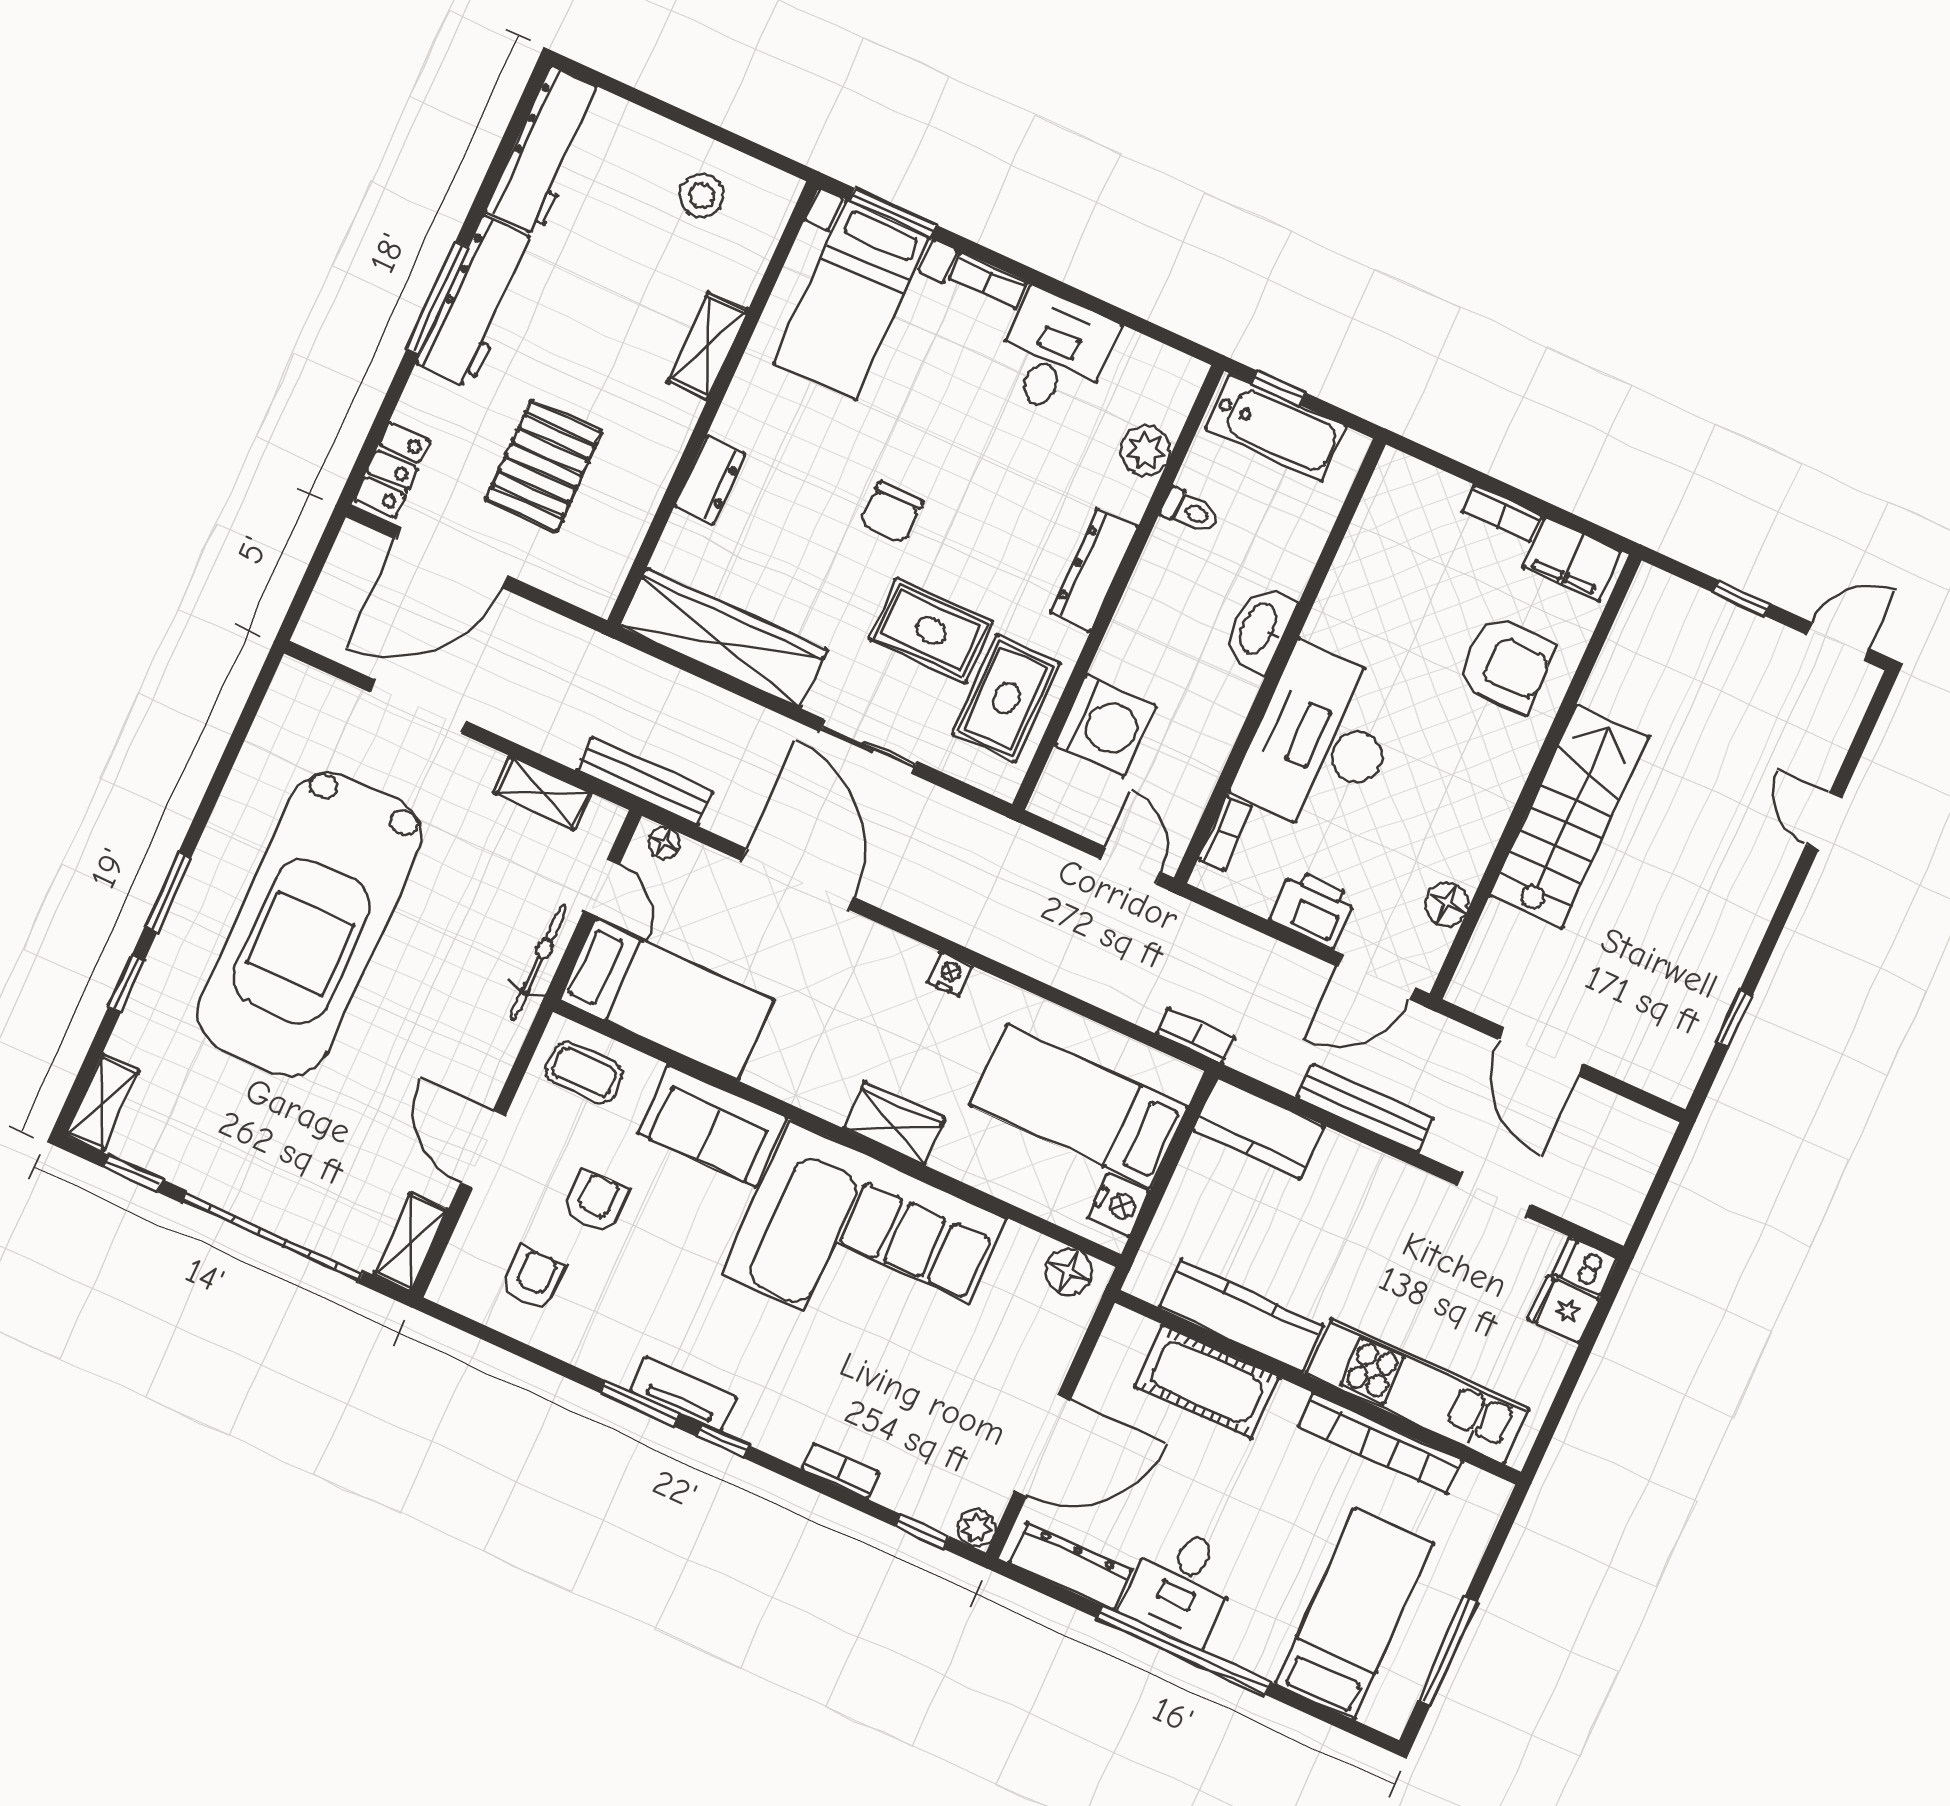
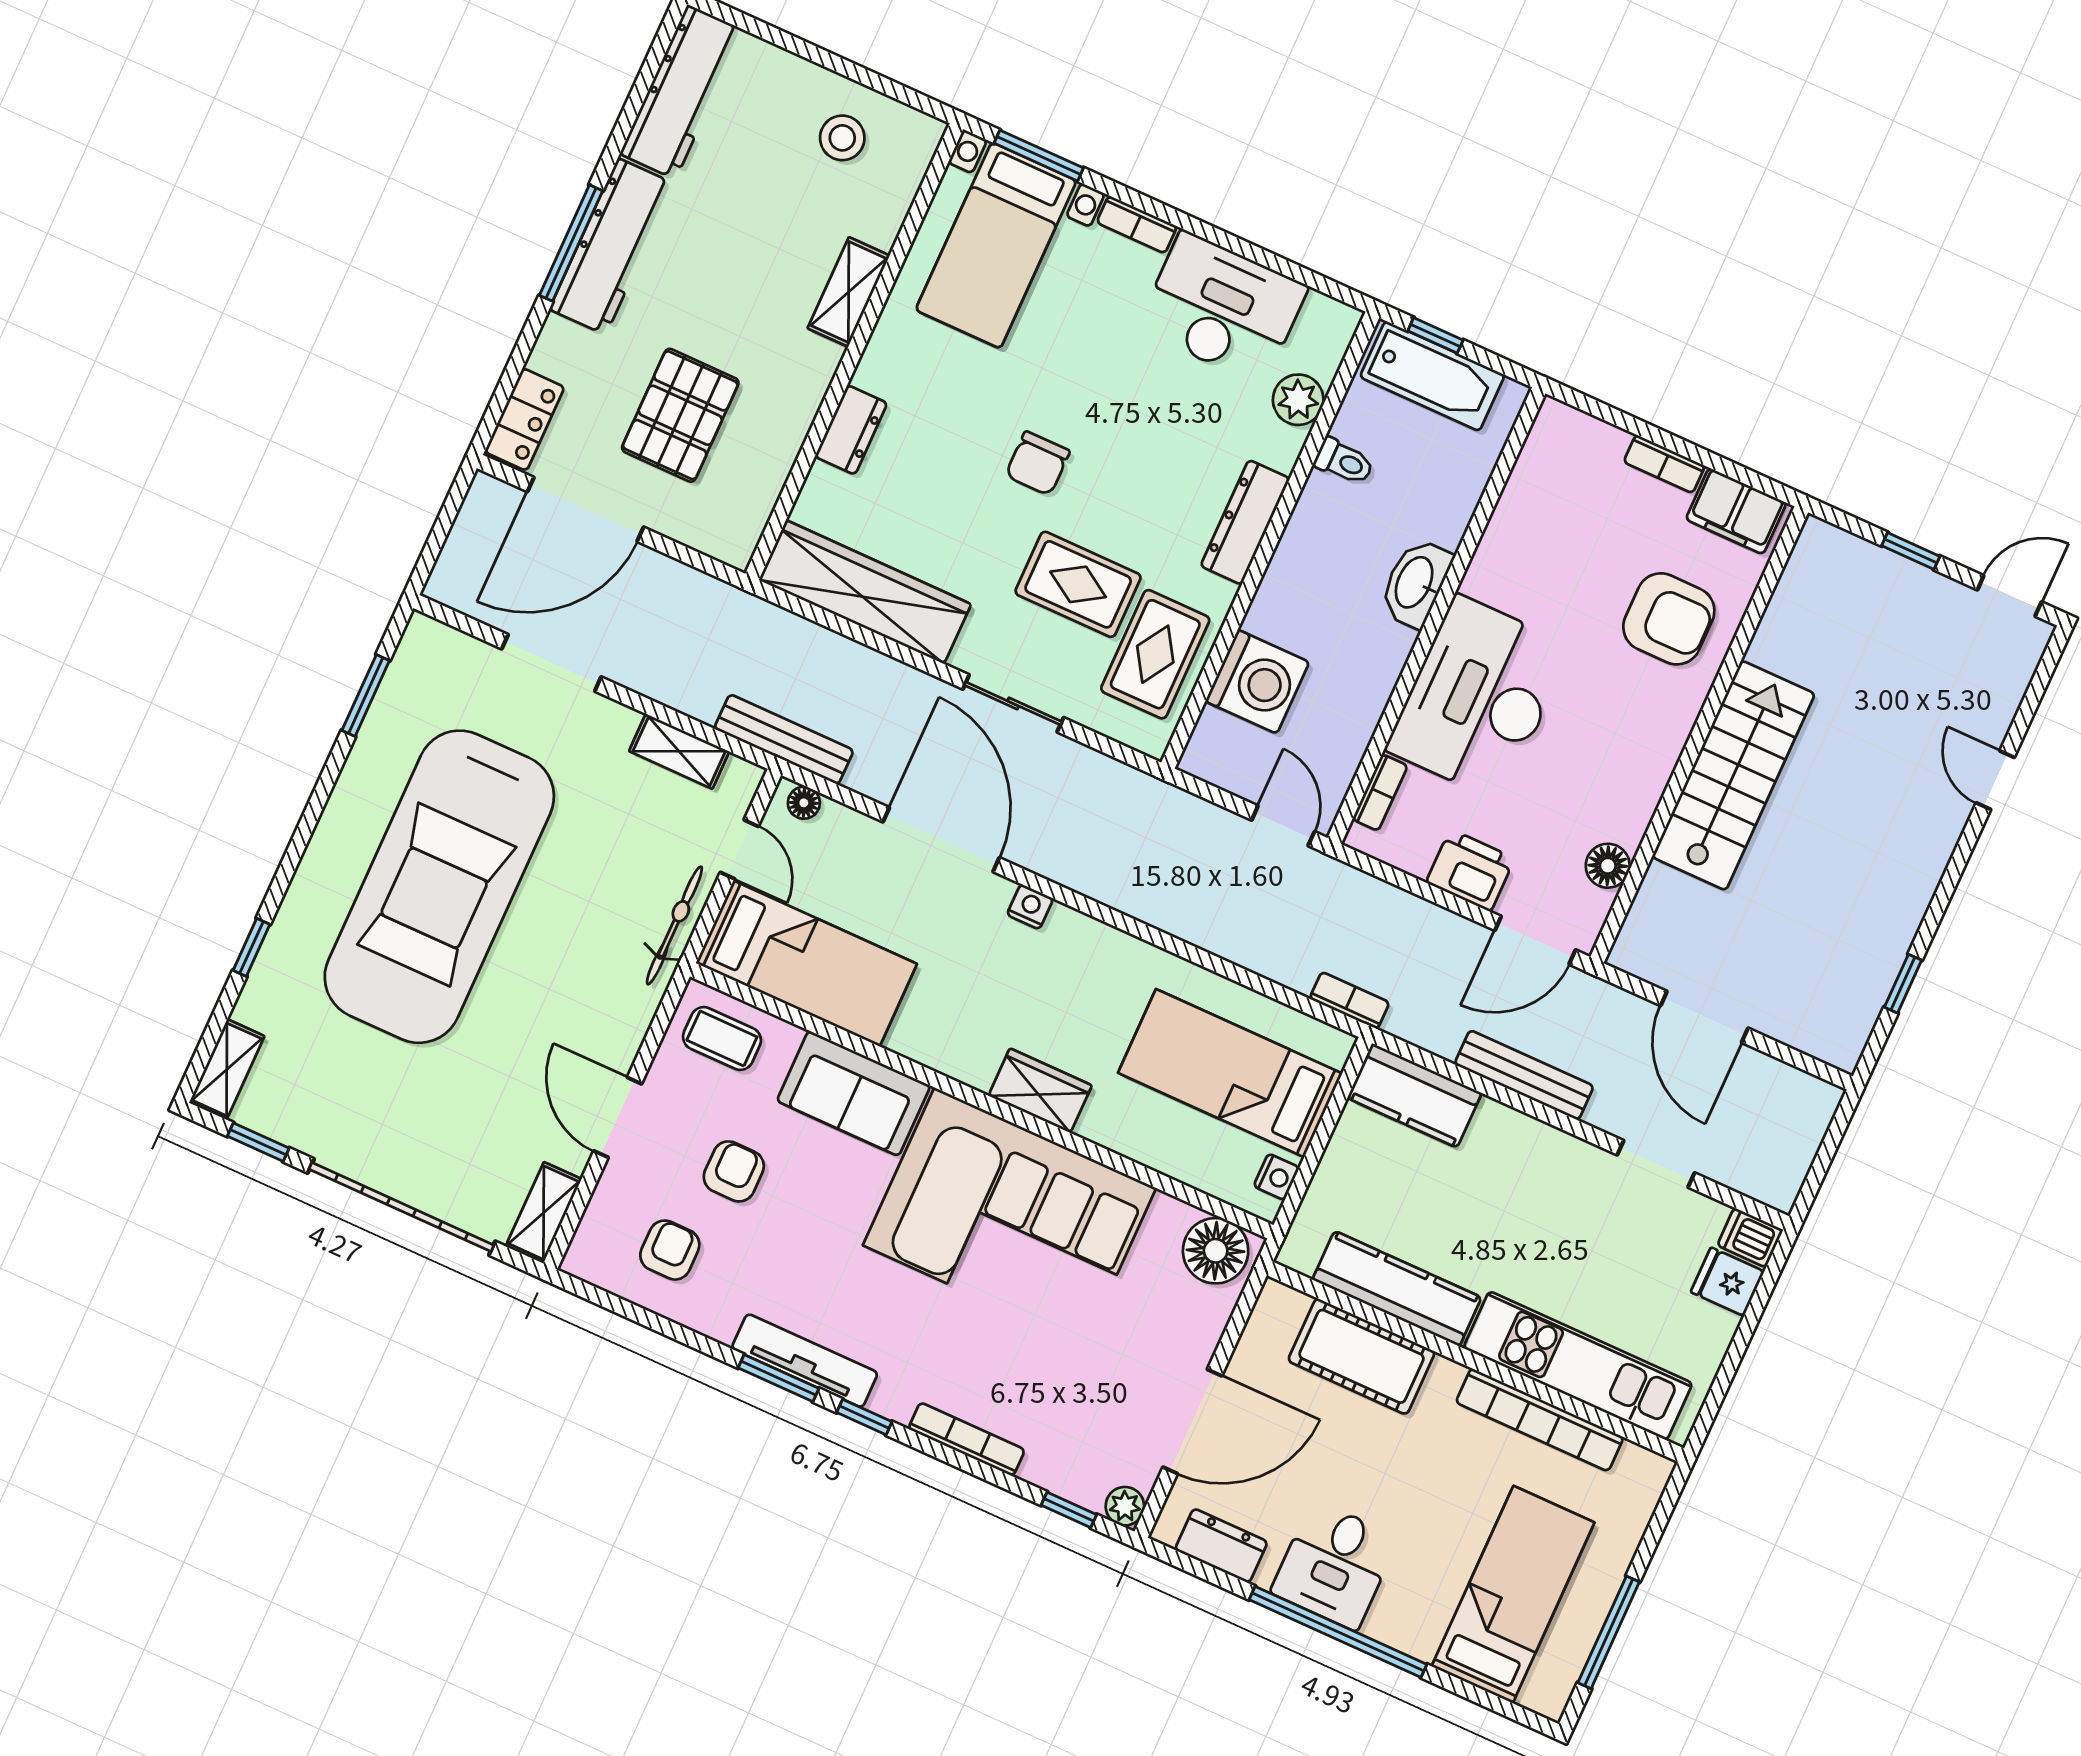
desk: (1055, 353) -> (1222, 308), width x1.37
window: (168, 892) -> (366, 696), moved
nightstand: (950, 974) -> (1030, 907), moved
nightstand: (1119, 1205) -> (1276, 1177), width x0.72, depth x0.74
floor lamp: (1069, 1271) -> (1216, 1251), width x1.38, depth x1.38
tv unit: (683, 1395) -> (805, 1361), width x1.41
bookcase: (841, 1471) -> (967, 1439), width x1.56
dresser: (1070, 1566) -> (1221, 1546), width x0.70

